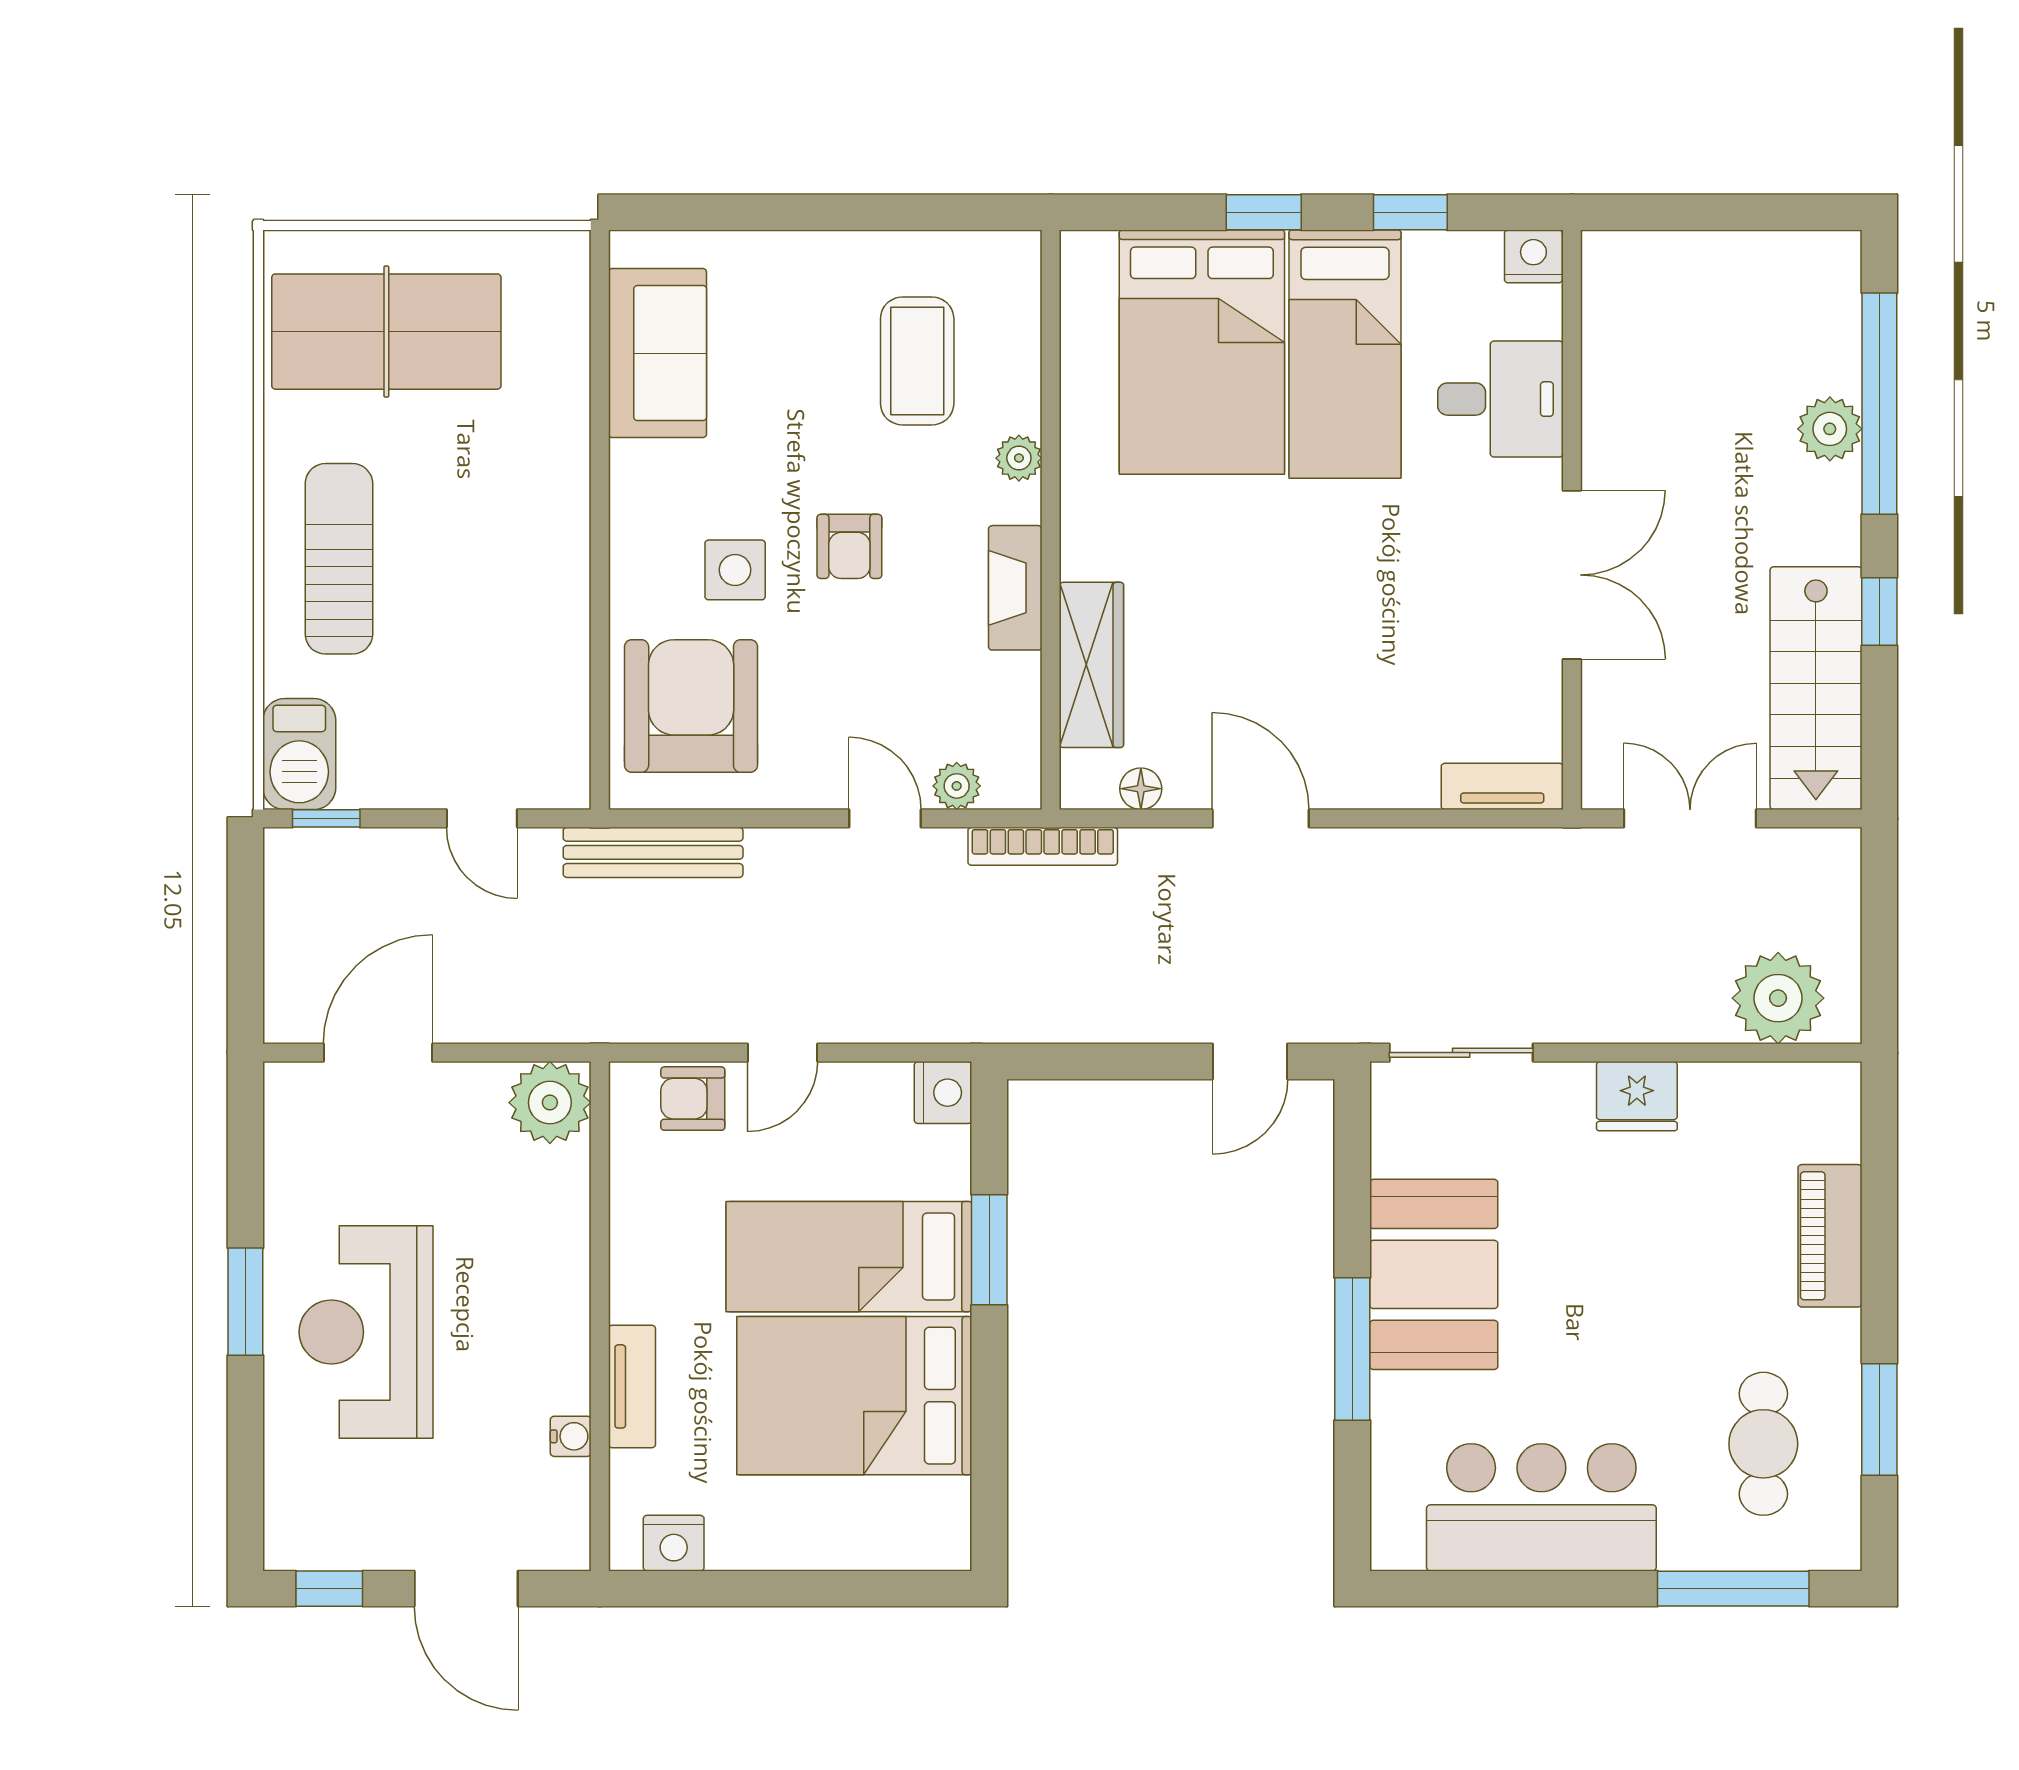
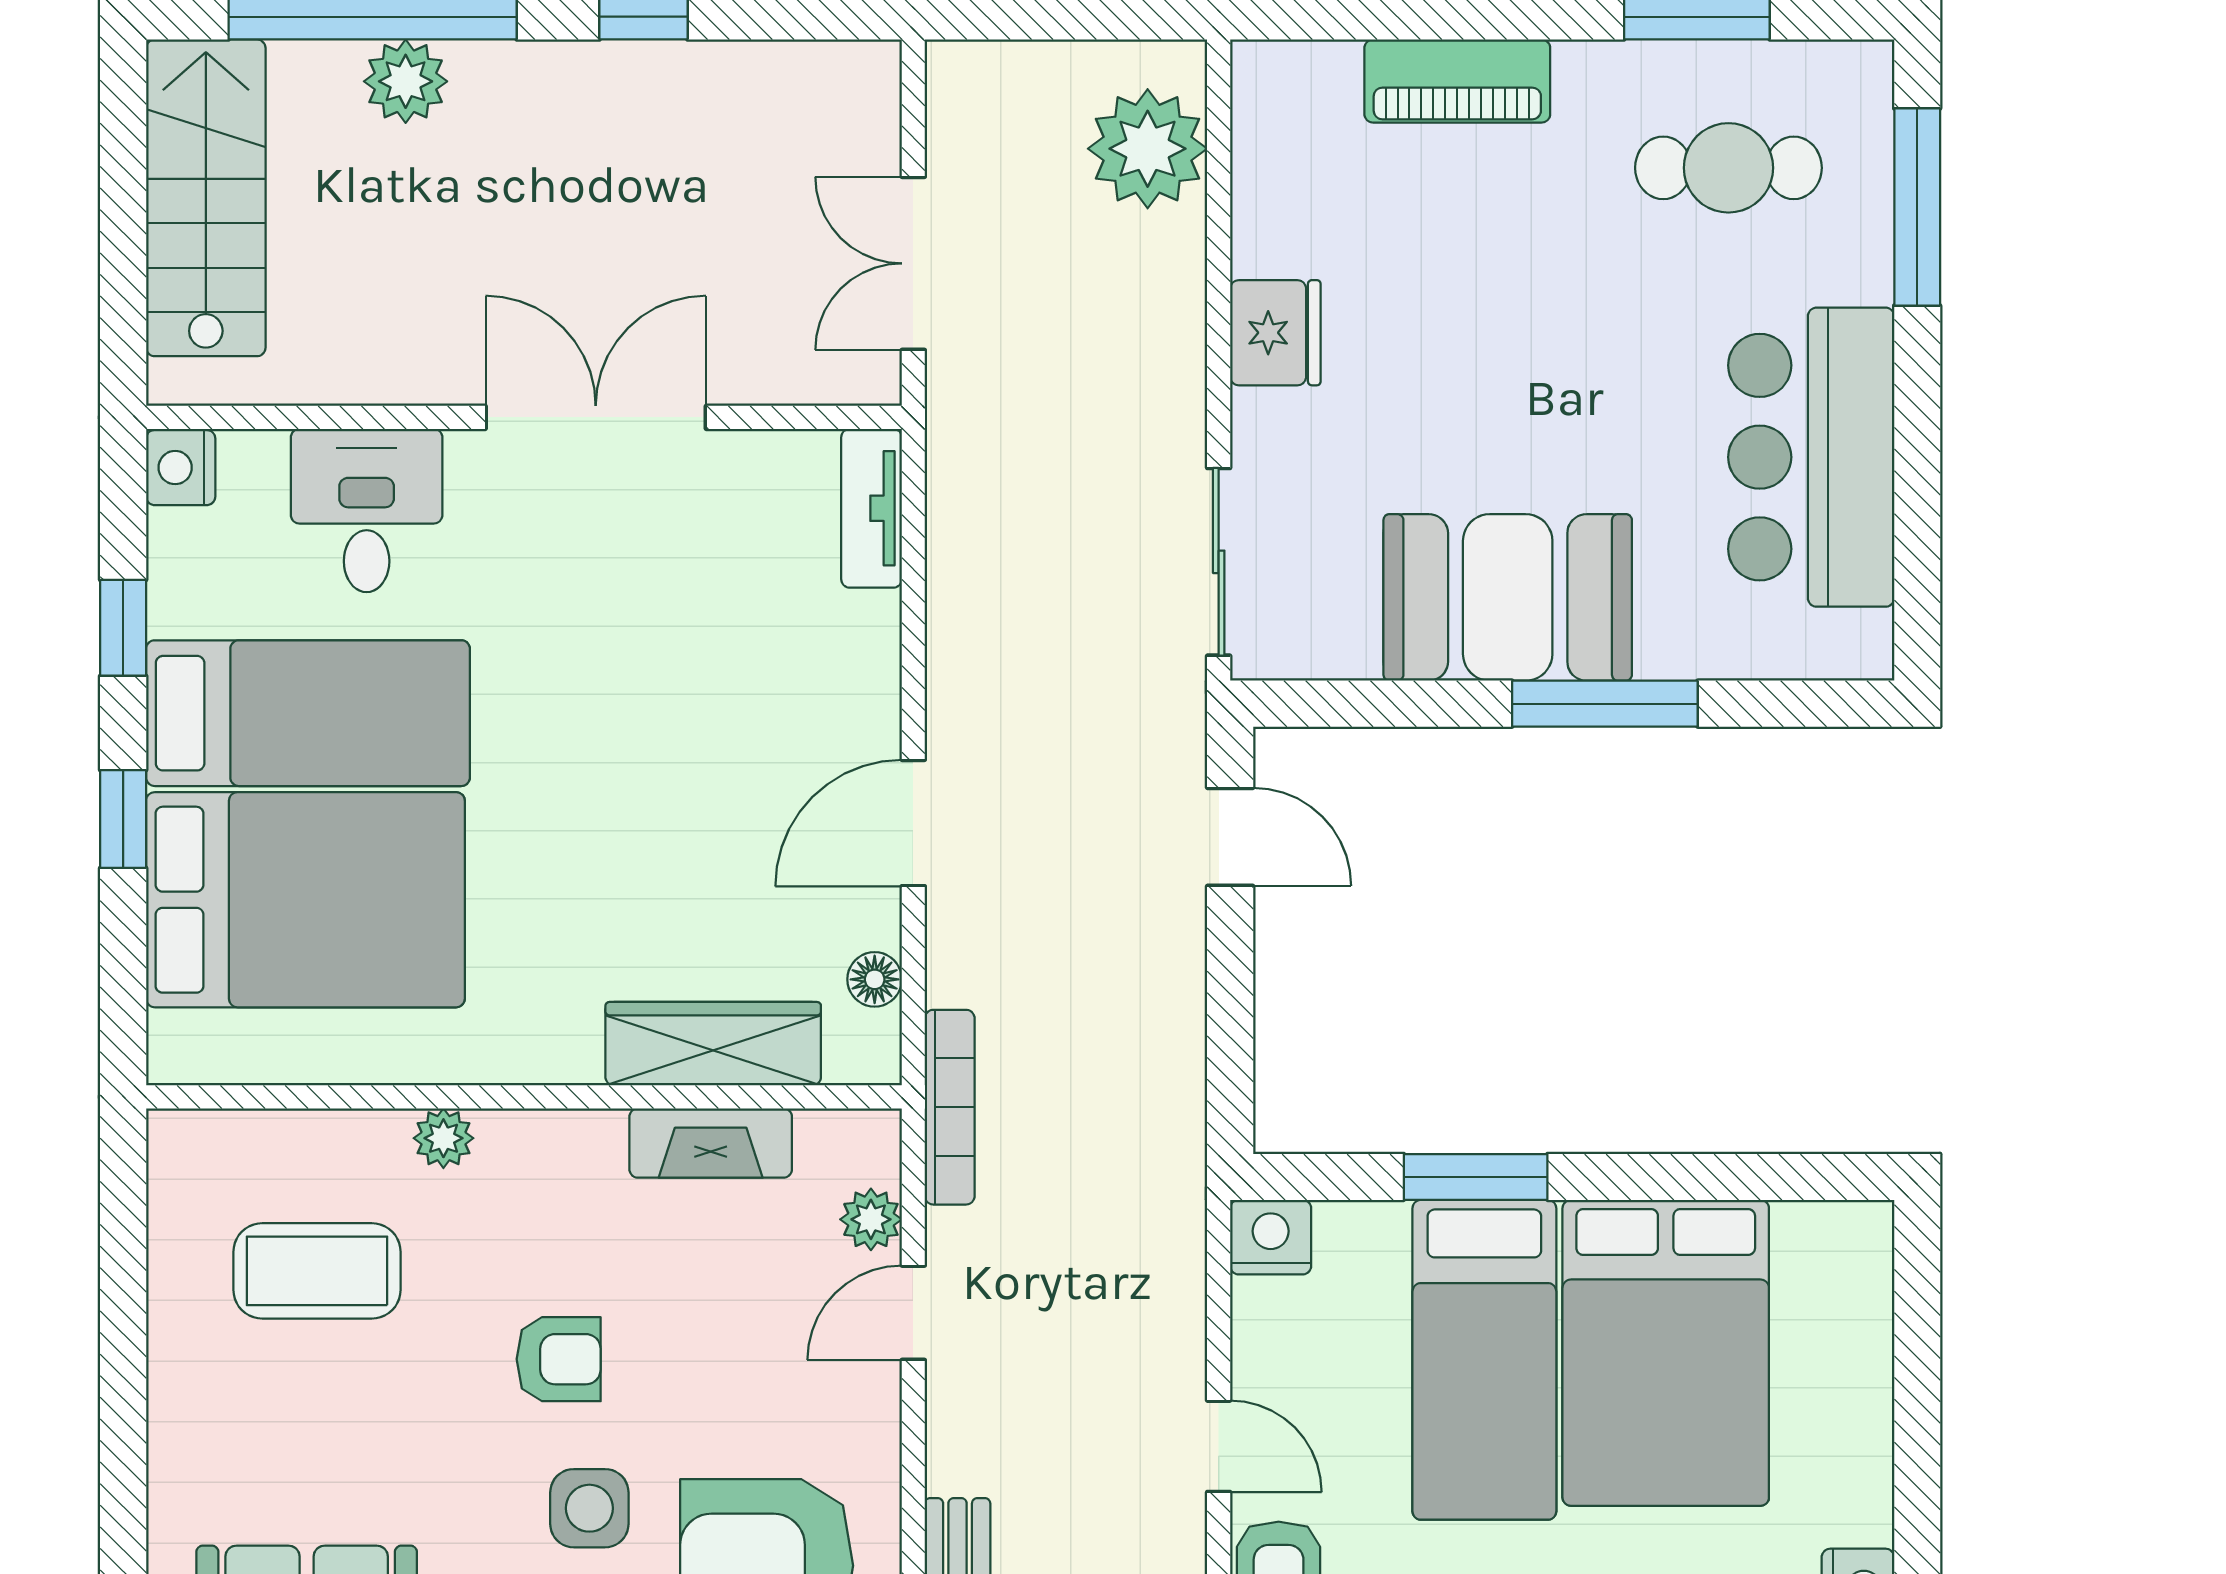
fireplace: (1015, 588) -> (711, 1143), moved
stairs: (1816, 688) -> (206, 198), moved, turned -90

